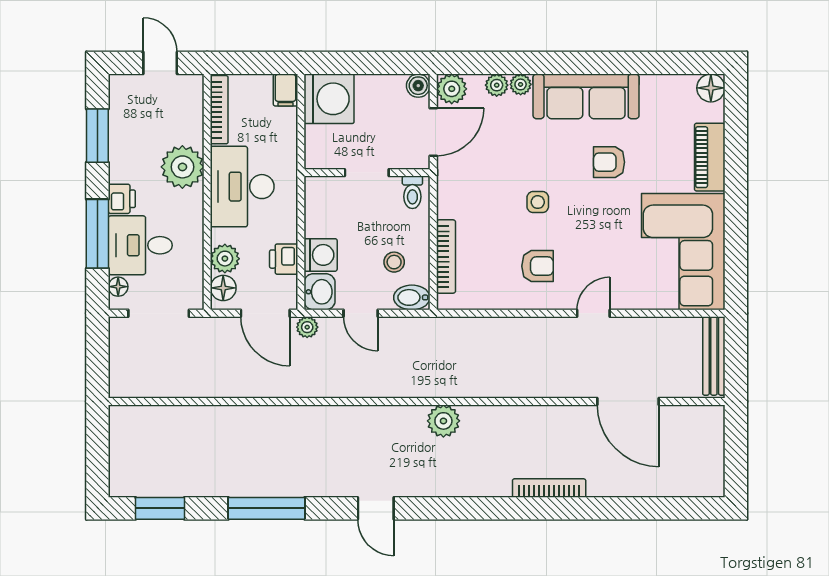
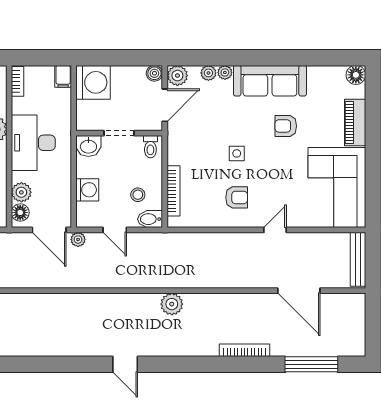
bookcase: (219, 110) -> (17, 81), width x0.64
printer: (284, 259) -> (62, 193), removed
washbasin: (320, 292) -> (88, 146), moved, turned 90
window: (267, 508) -> (311, 364), moved

